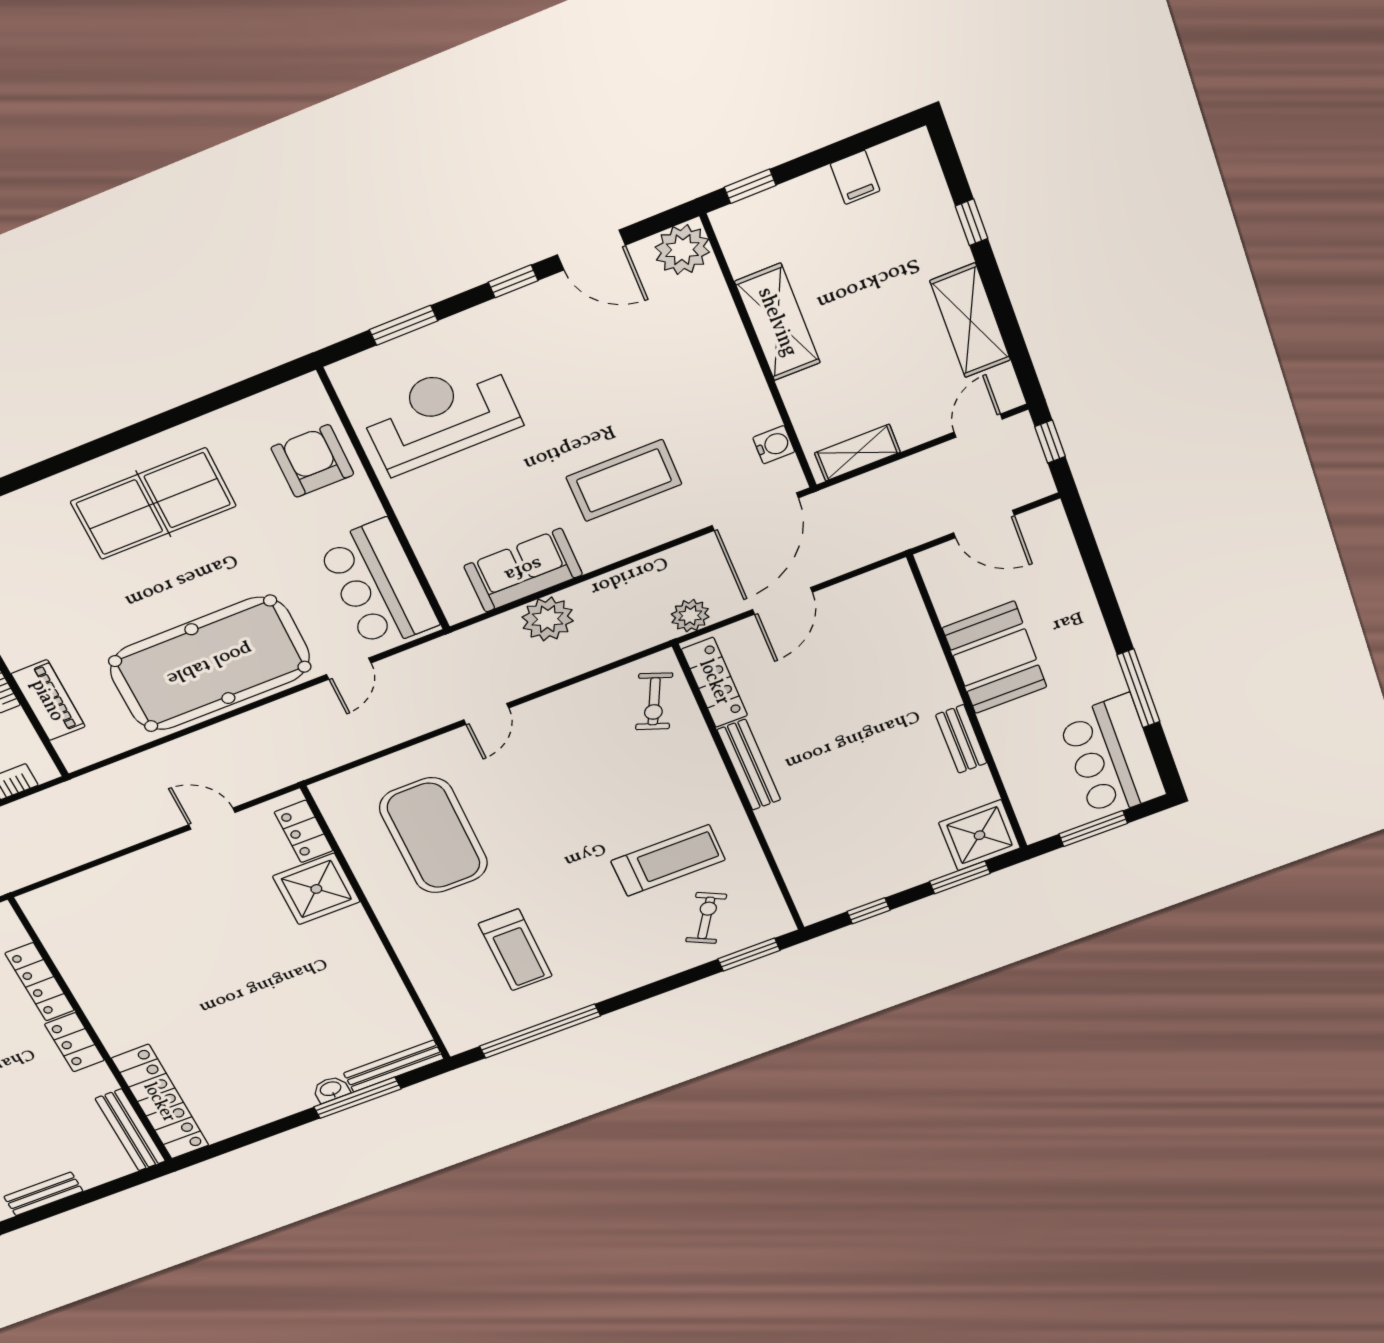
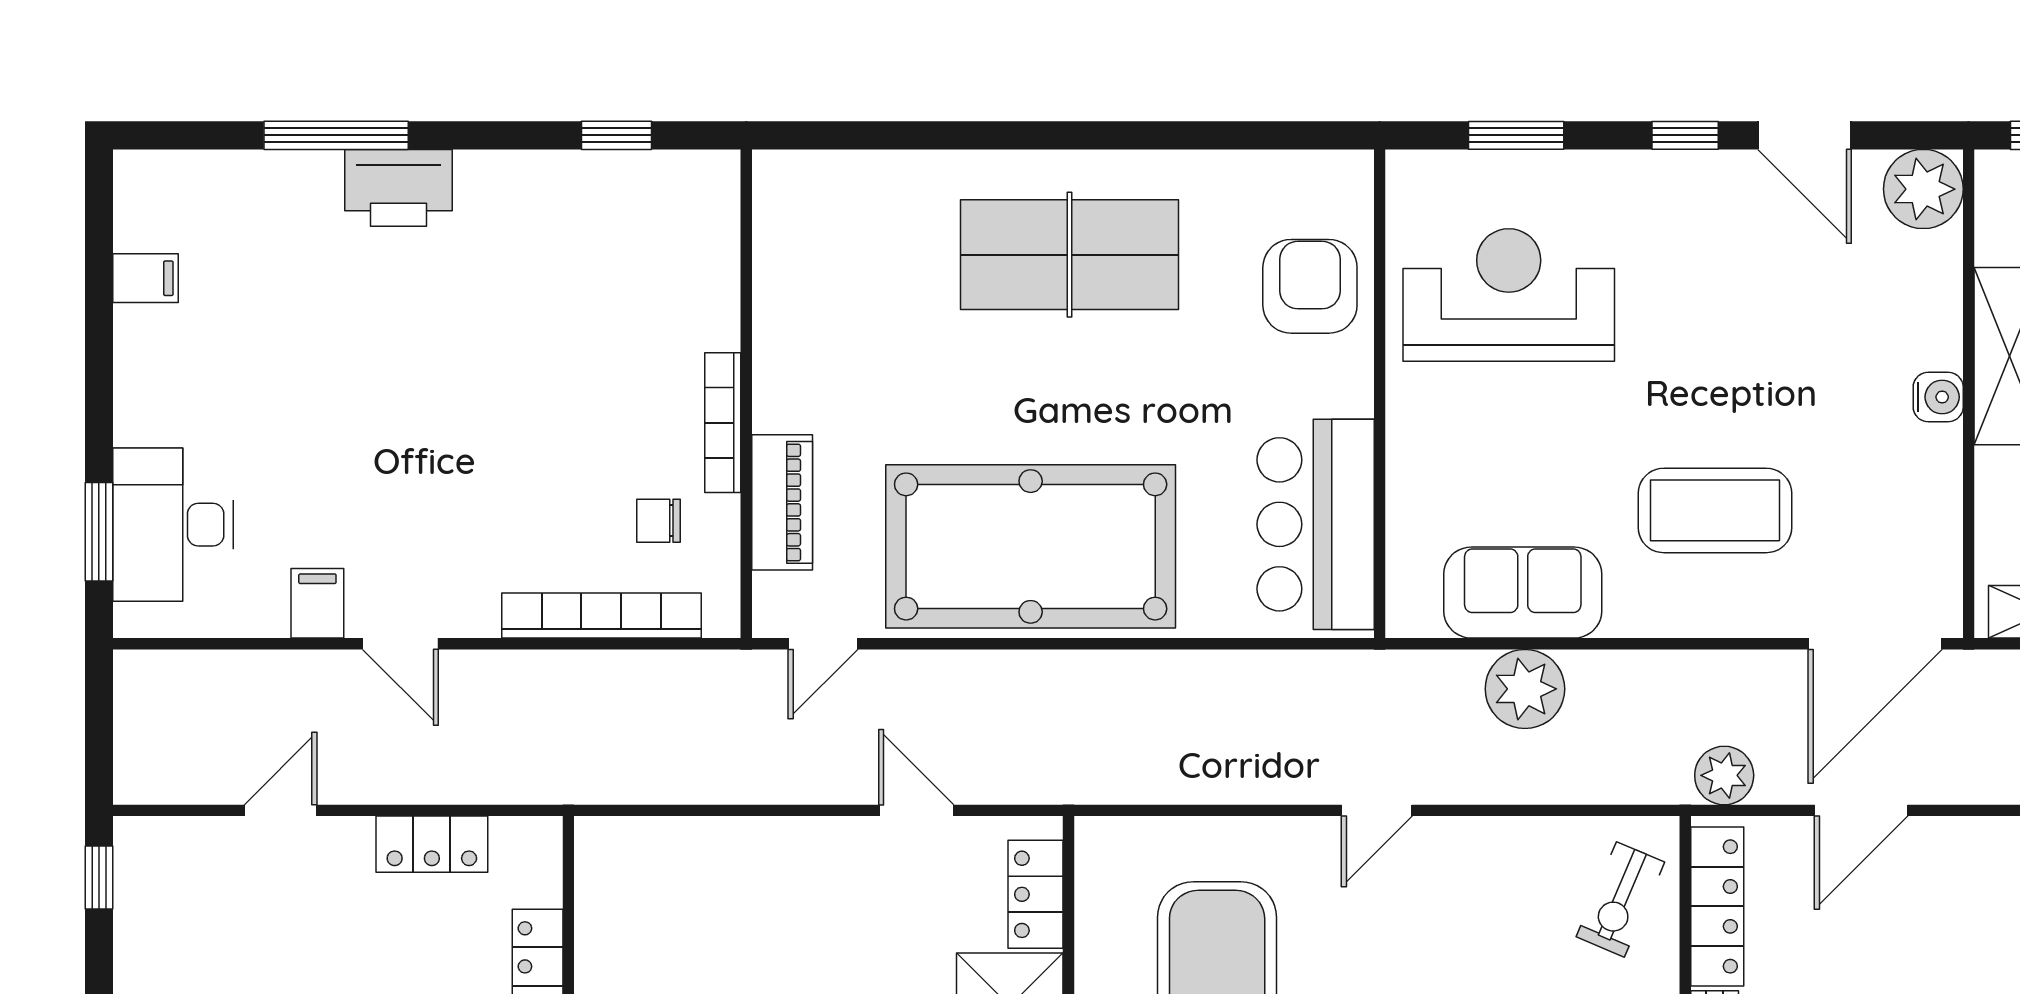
water cooler: (774, 445) -> (1938, 397), moved
door: (349, 669) -> (823, 644), moved

